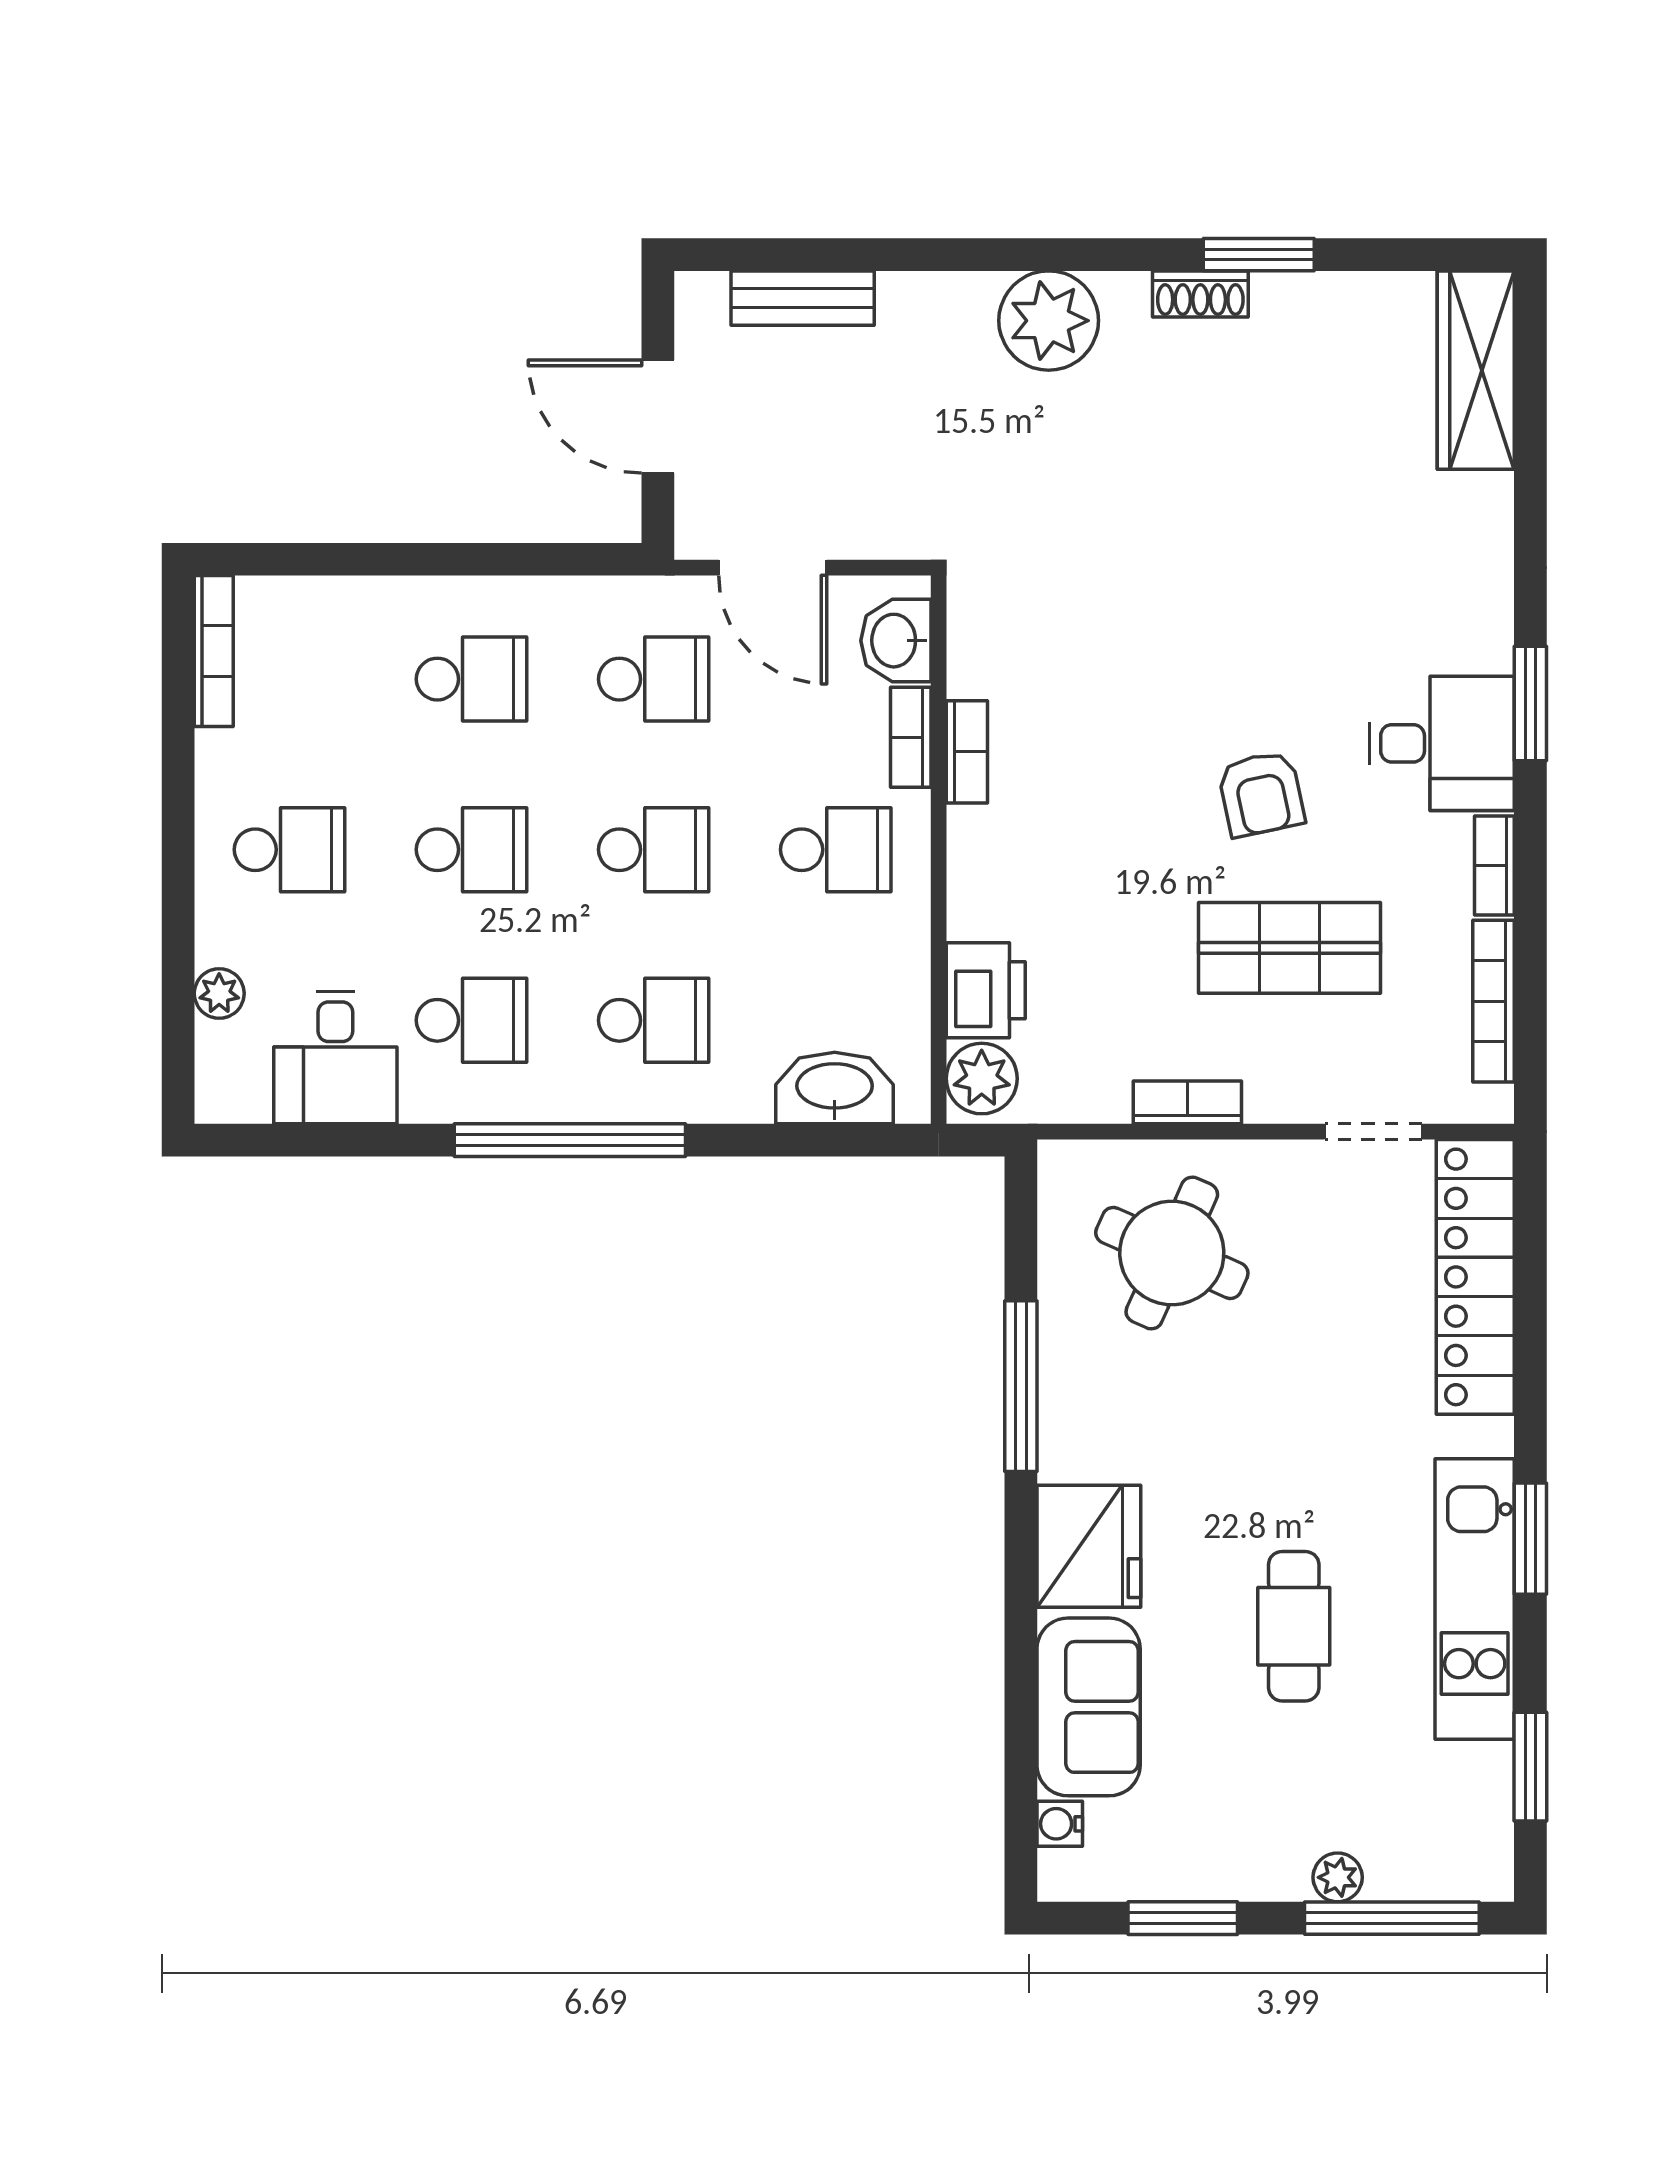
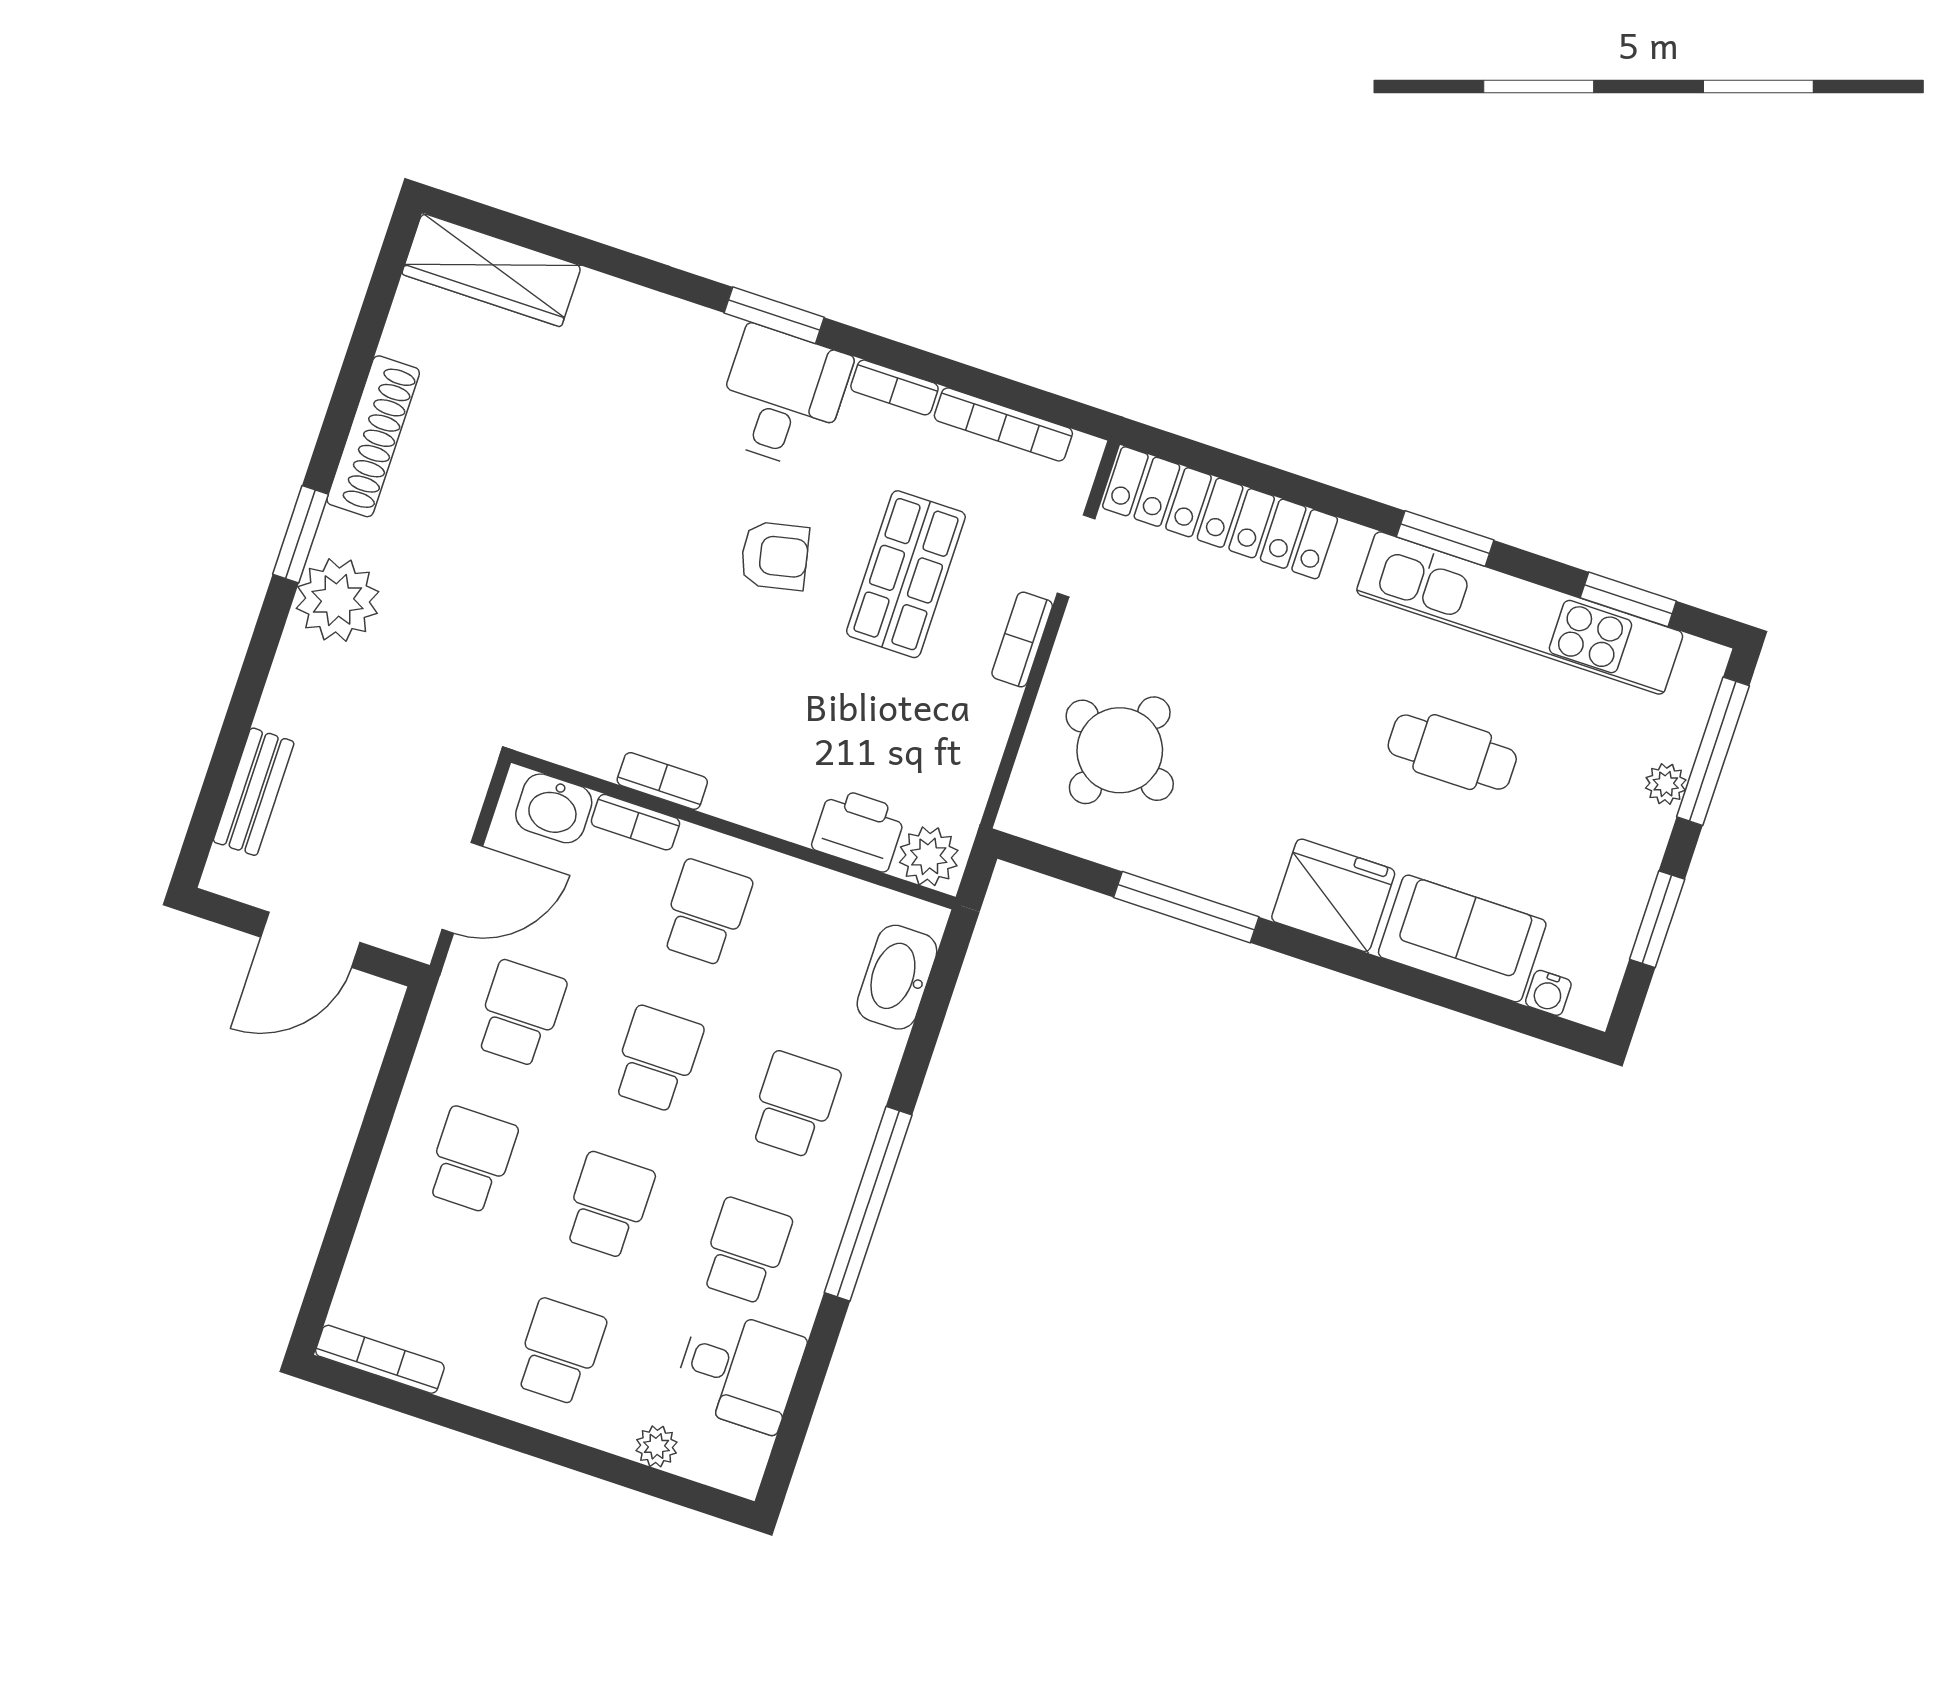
window: (1259, 255) -> (300, 534), moved
shoe rack: (1200, 294) -> (373, 436), width x1.94, depth x1.24
bookcase: (1187, 1102) -> (1022, 639), moved
kitchen unit: (1475, 1599) -> (1520, 613), width x1.36

